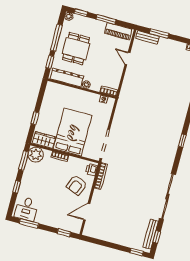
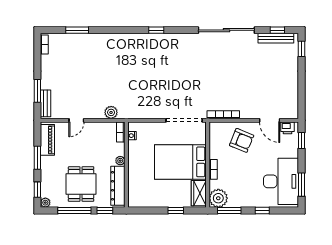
dining table: (76, 49) -> (81, 184), turned 90
plant: (126, 87) -> (111, 112), added
printer: (91, 170) -> (288, 128), moved
desk: (26, 209) -> (281, 181), width x1.87, depth x1.30

